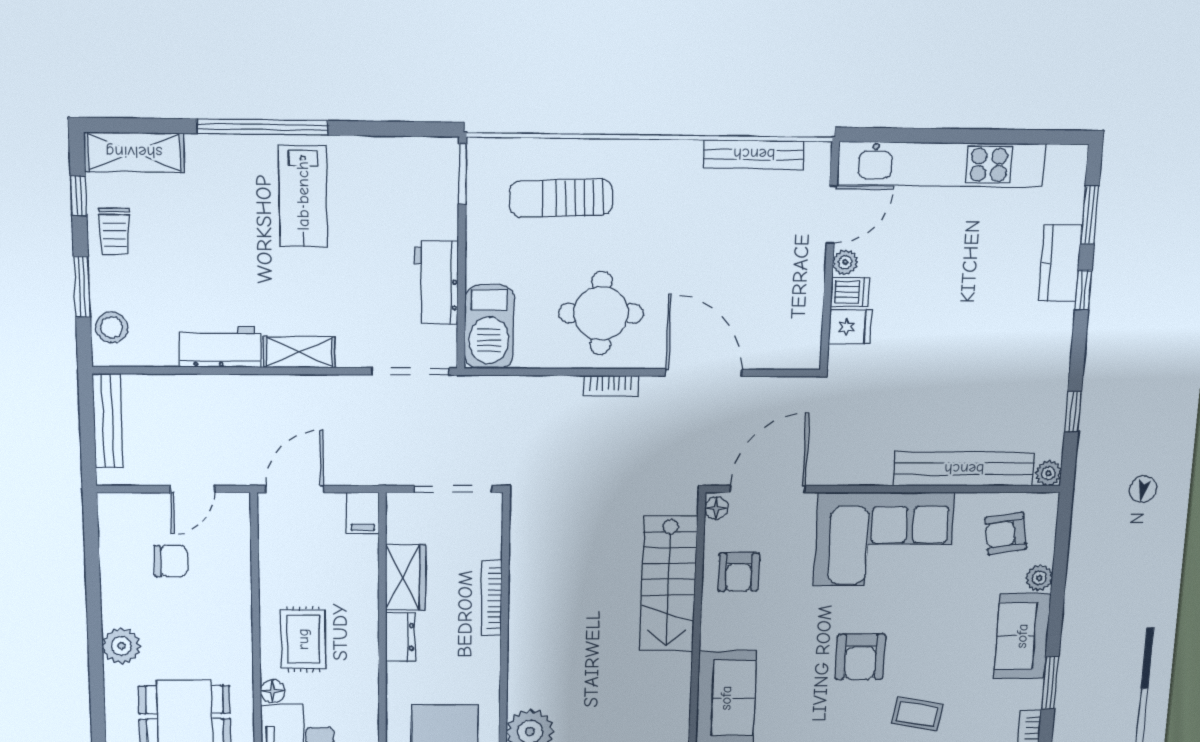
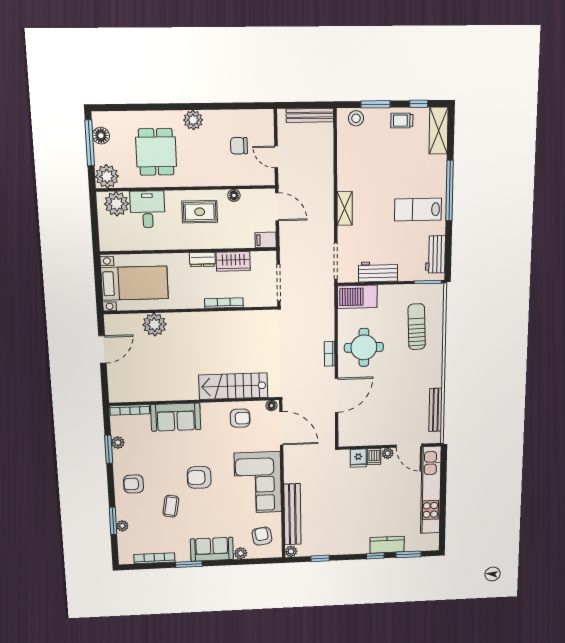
workbench: (220, 347) -> (436, 254), moved, turned 180
chair: (171, 561) -> (239, 146), turned 90
armchair: (739, 572) -> (240, 418), turned 180
floor lamp: (273, 691) -> (234, 195), moved

